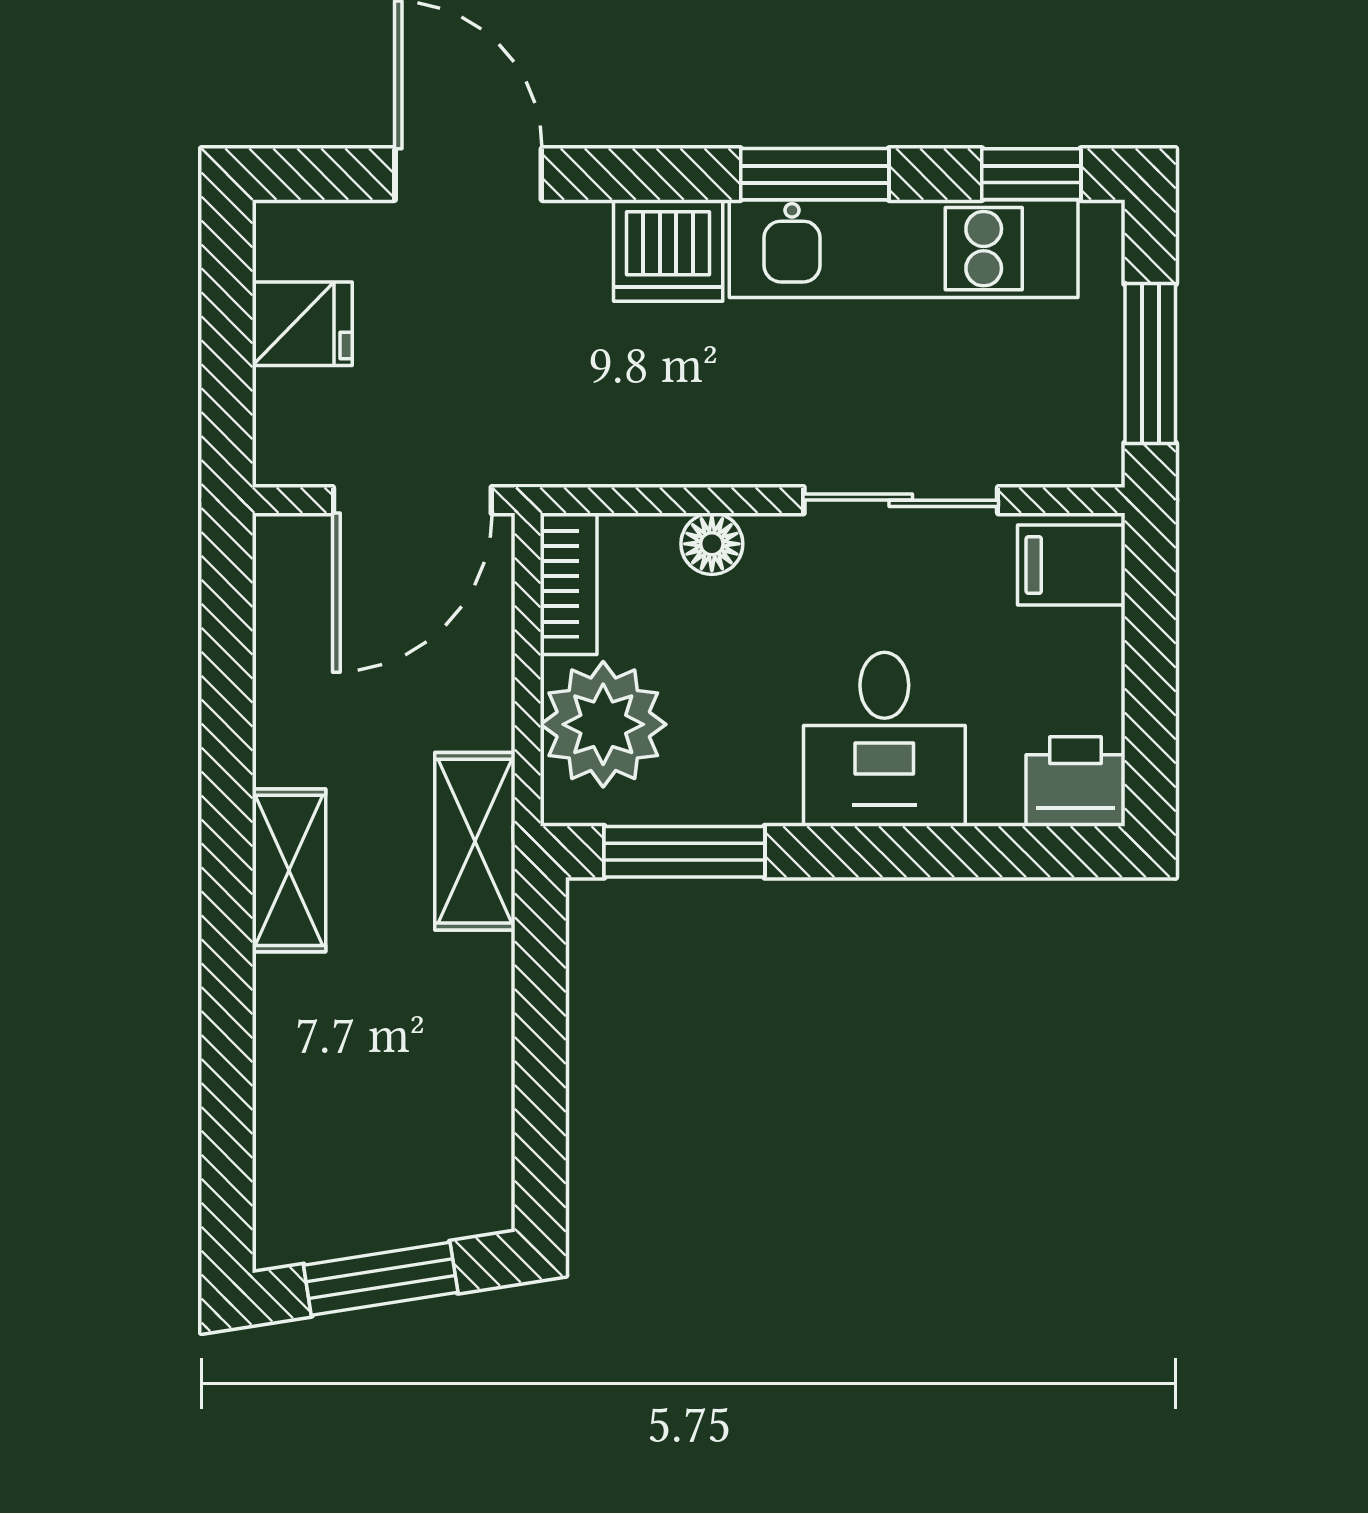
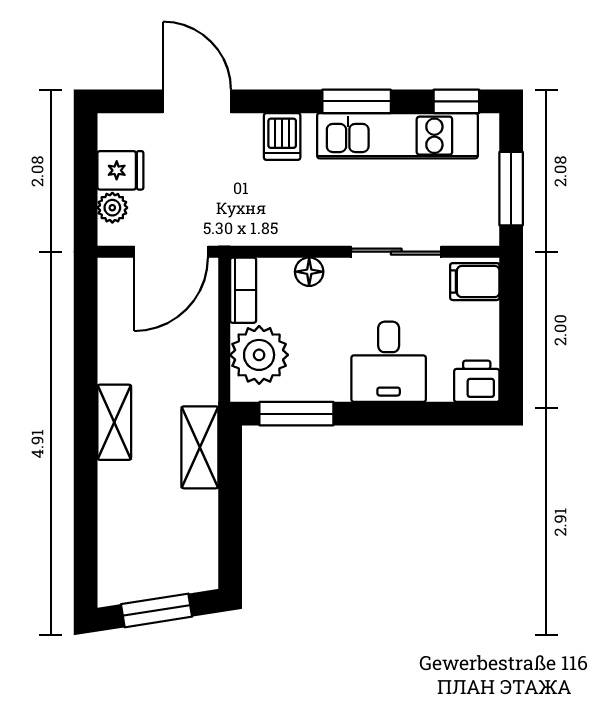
dishwasher: (668, 250) -> (282, 137), width x0.73
plant: (285, 405) -> (112, 208), added
shelving: (475, 841) -> (200, 447), moved

